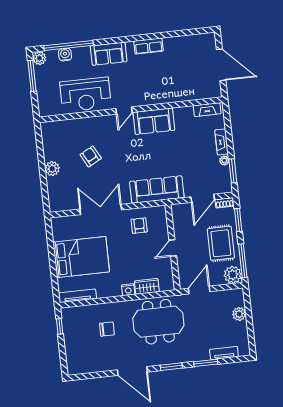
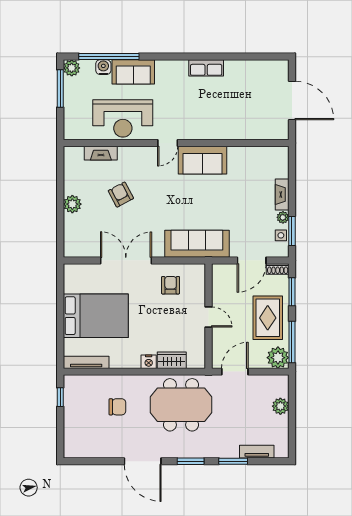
sofa: (109, 54) -> (133, 72), moved
fireplace: (207, 110) -> (101, 153), moved
side table: (224, 175) -> (281, 235), added
door: (173, 248) -> (209, 317), swing flipped

